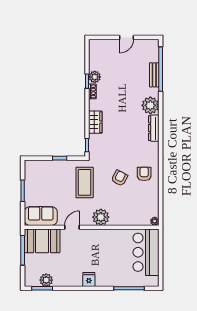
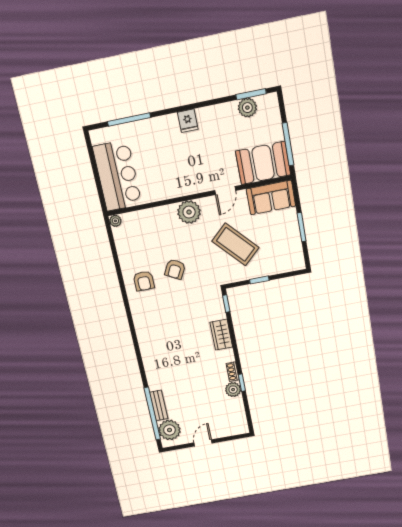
plant: (150, 105) -> (169, 430), moved
dresser: (154, 128) -> (144, 341), removed
coffee table: (85, 182) -> (235, 244), moved, turned -43

